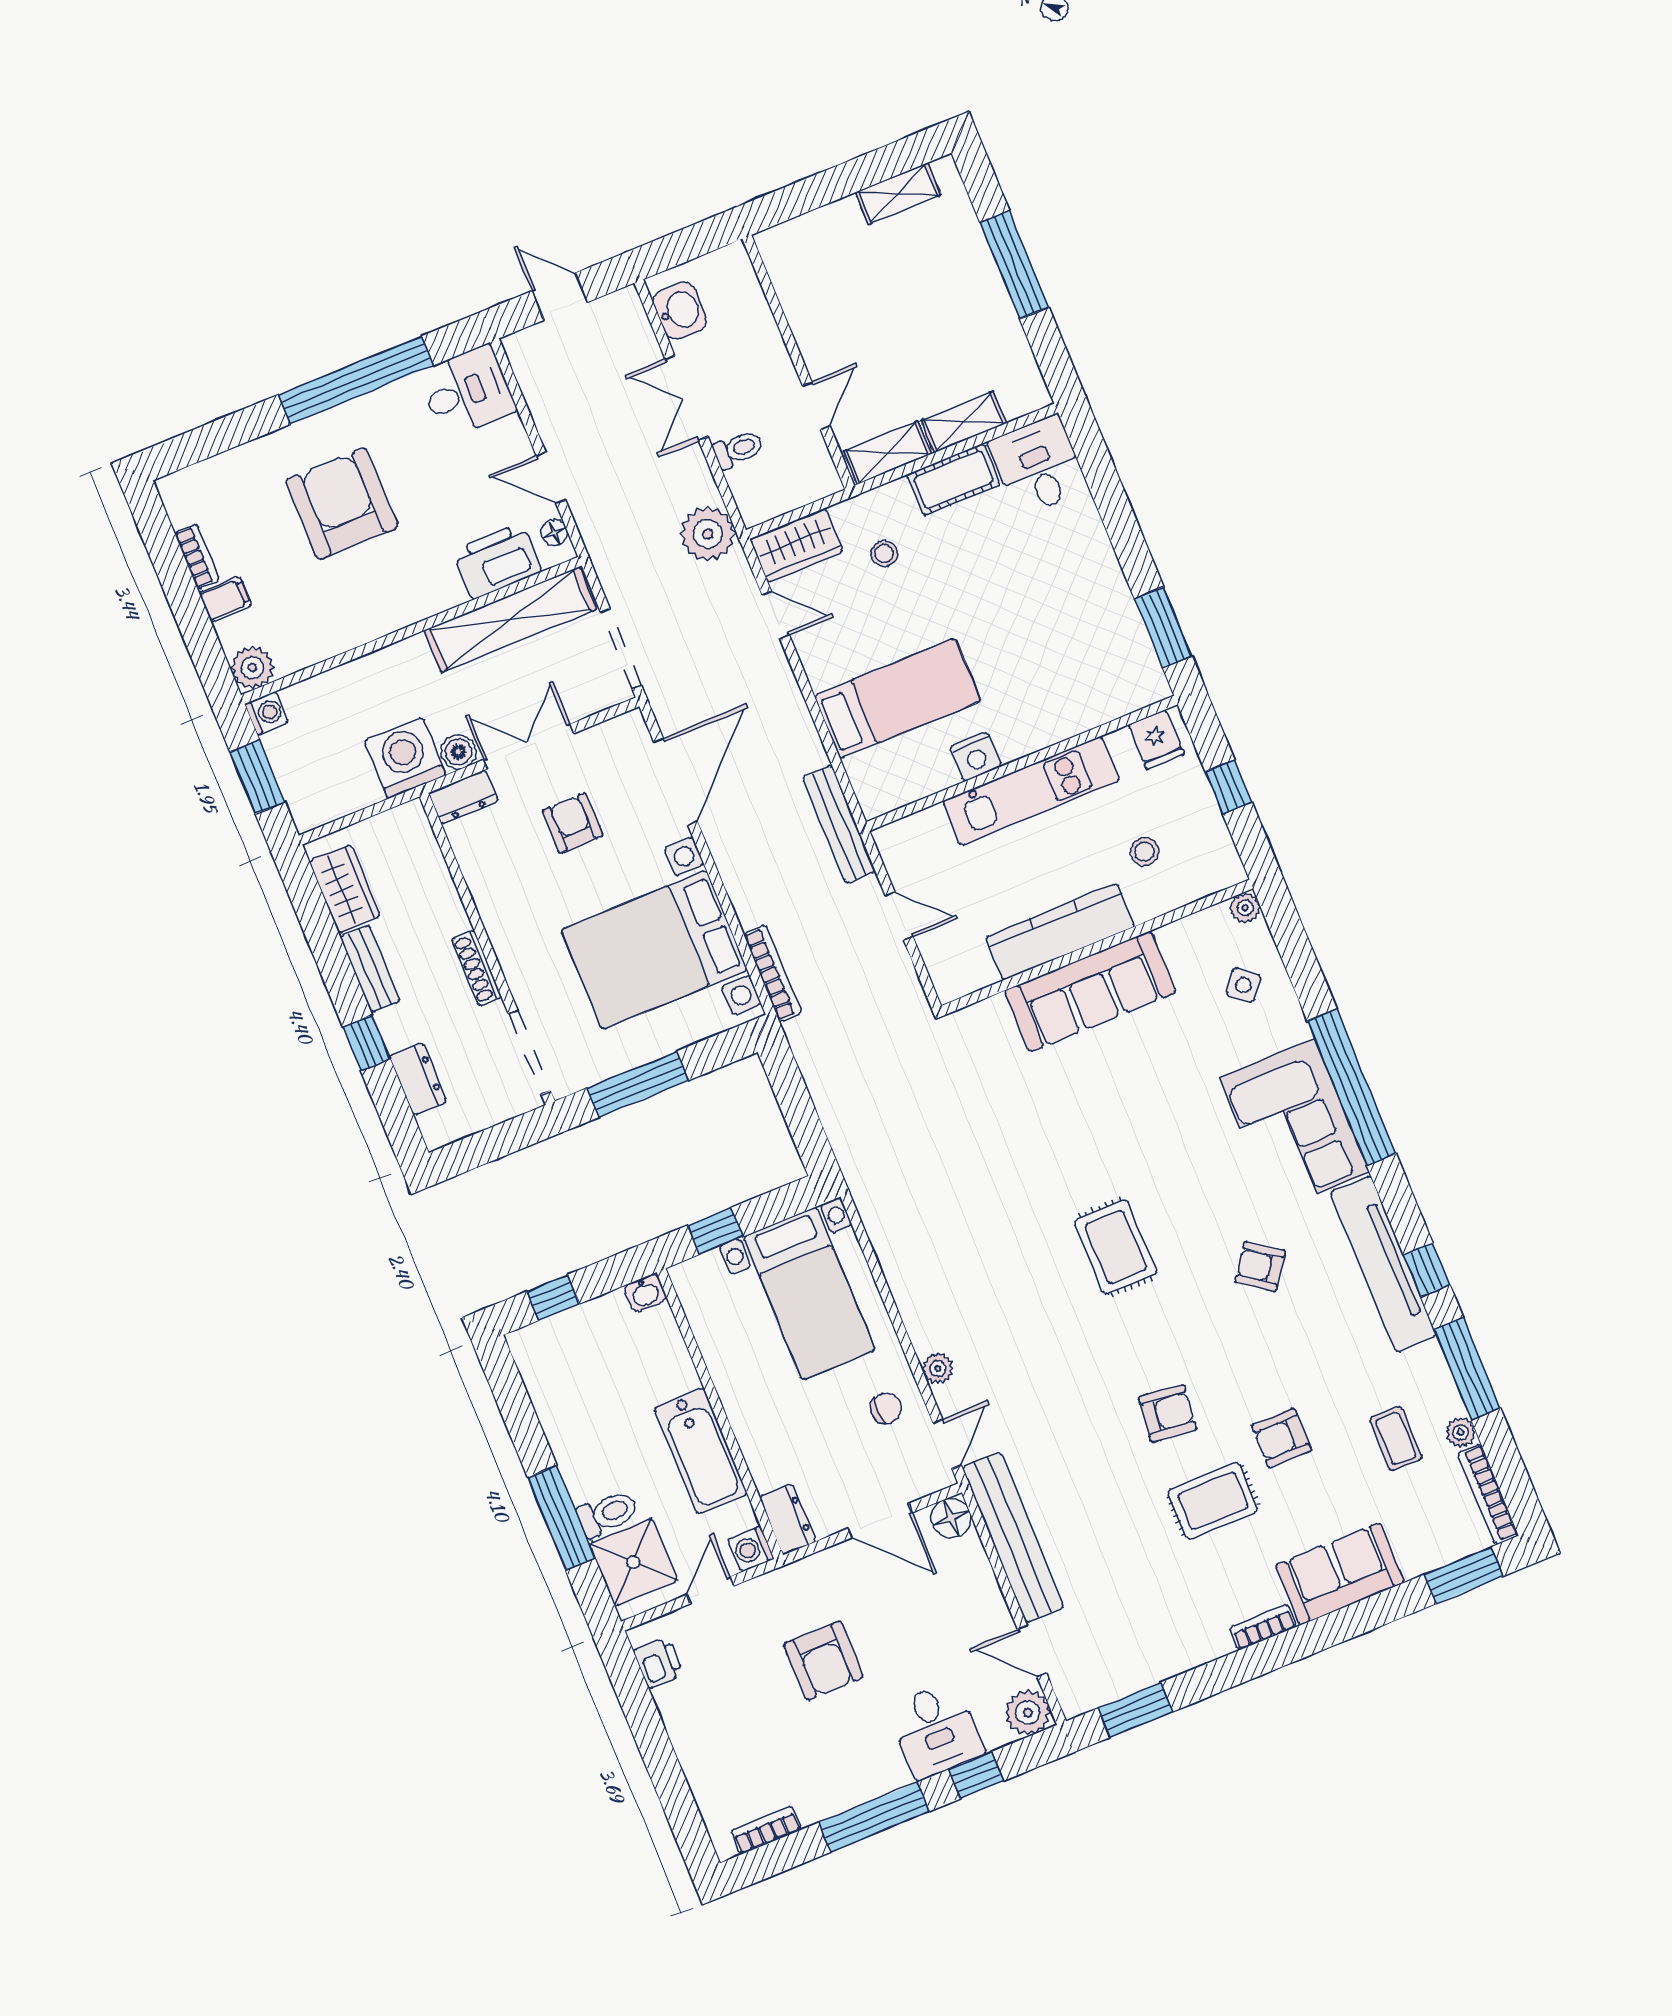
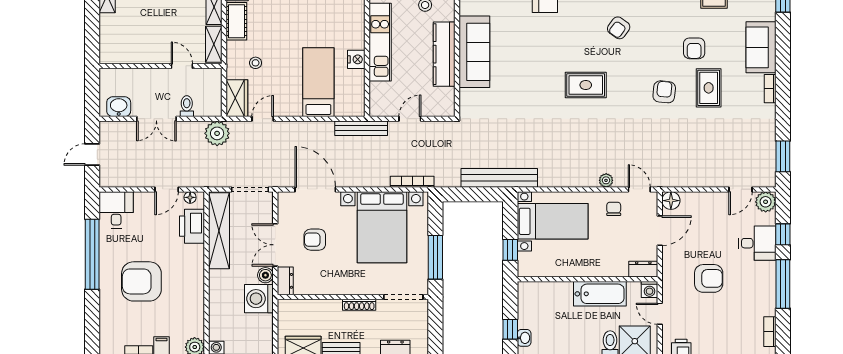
washbasin: (645, 1293) -> (524, 338), moved
bench: (1013, 1537) -> (499, 178), moved

